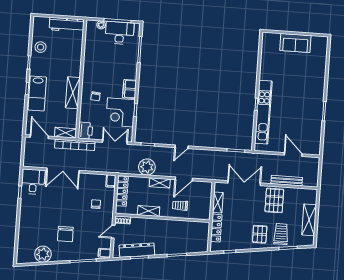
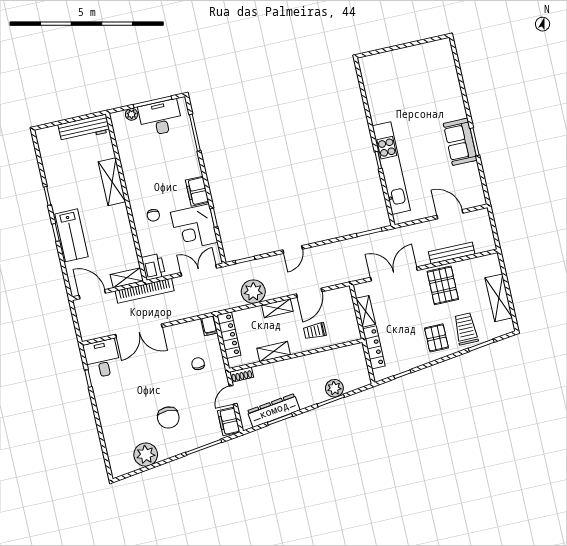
sofa: (295, 43) -> (460, 142), moved, turned 90
stool: (41, 47) -> (57, 170), removed
shelving: (73, 93) -> (112, 182), moved
plant: (182, 247) -> (334, 388), added
filing cabinet: (104, 253) -> (229, 421), width x2.00

